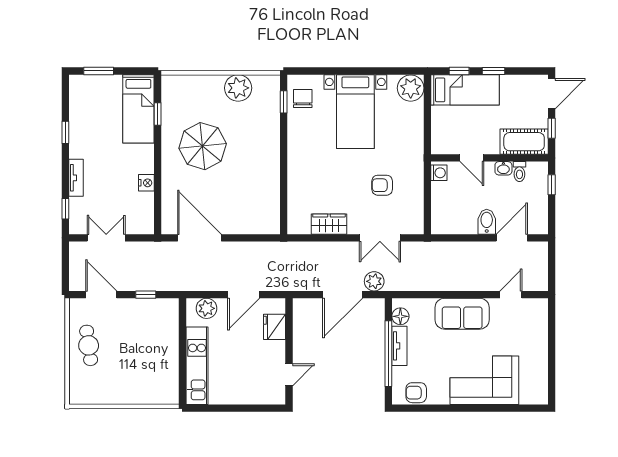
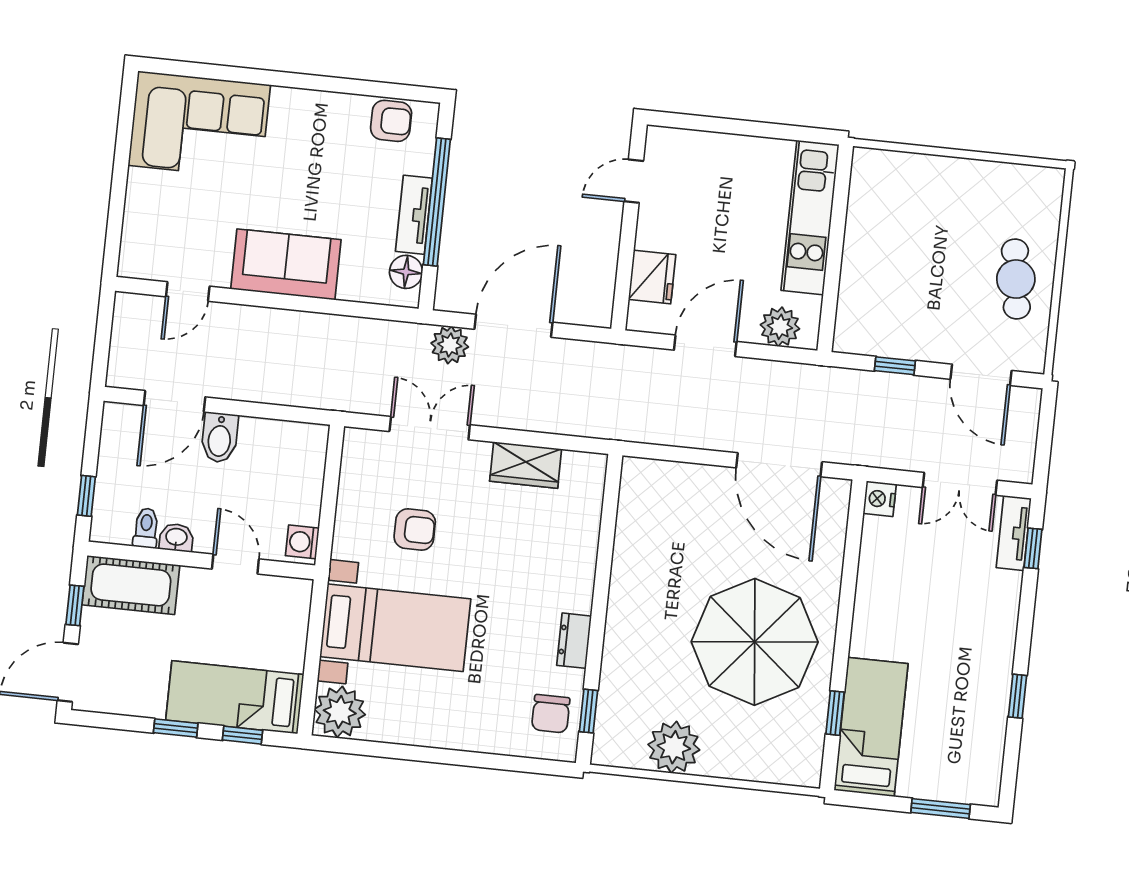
bed with nightstands: (355, 112) -> (395, 628), moved, turned 90
dresser: (295, 137) -> (574, 641), added
parasol: (203, 146) -> (755, 642), width x1.36, depth x1.36
tv unit: (76, 178) -> (1014, 533), moved
nightstand: (146, 183) -> (880, 499), moved
corner sofa: (484, 380) -> (199, 125), moved

